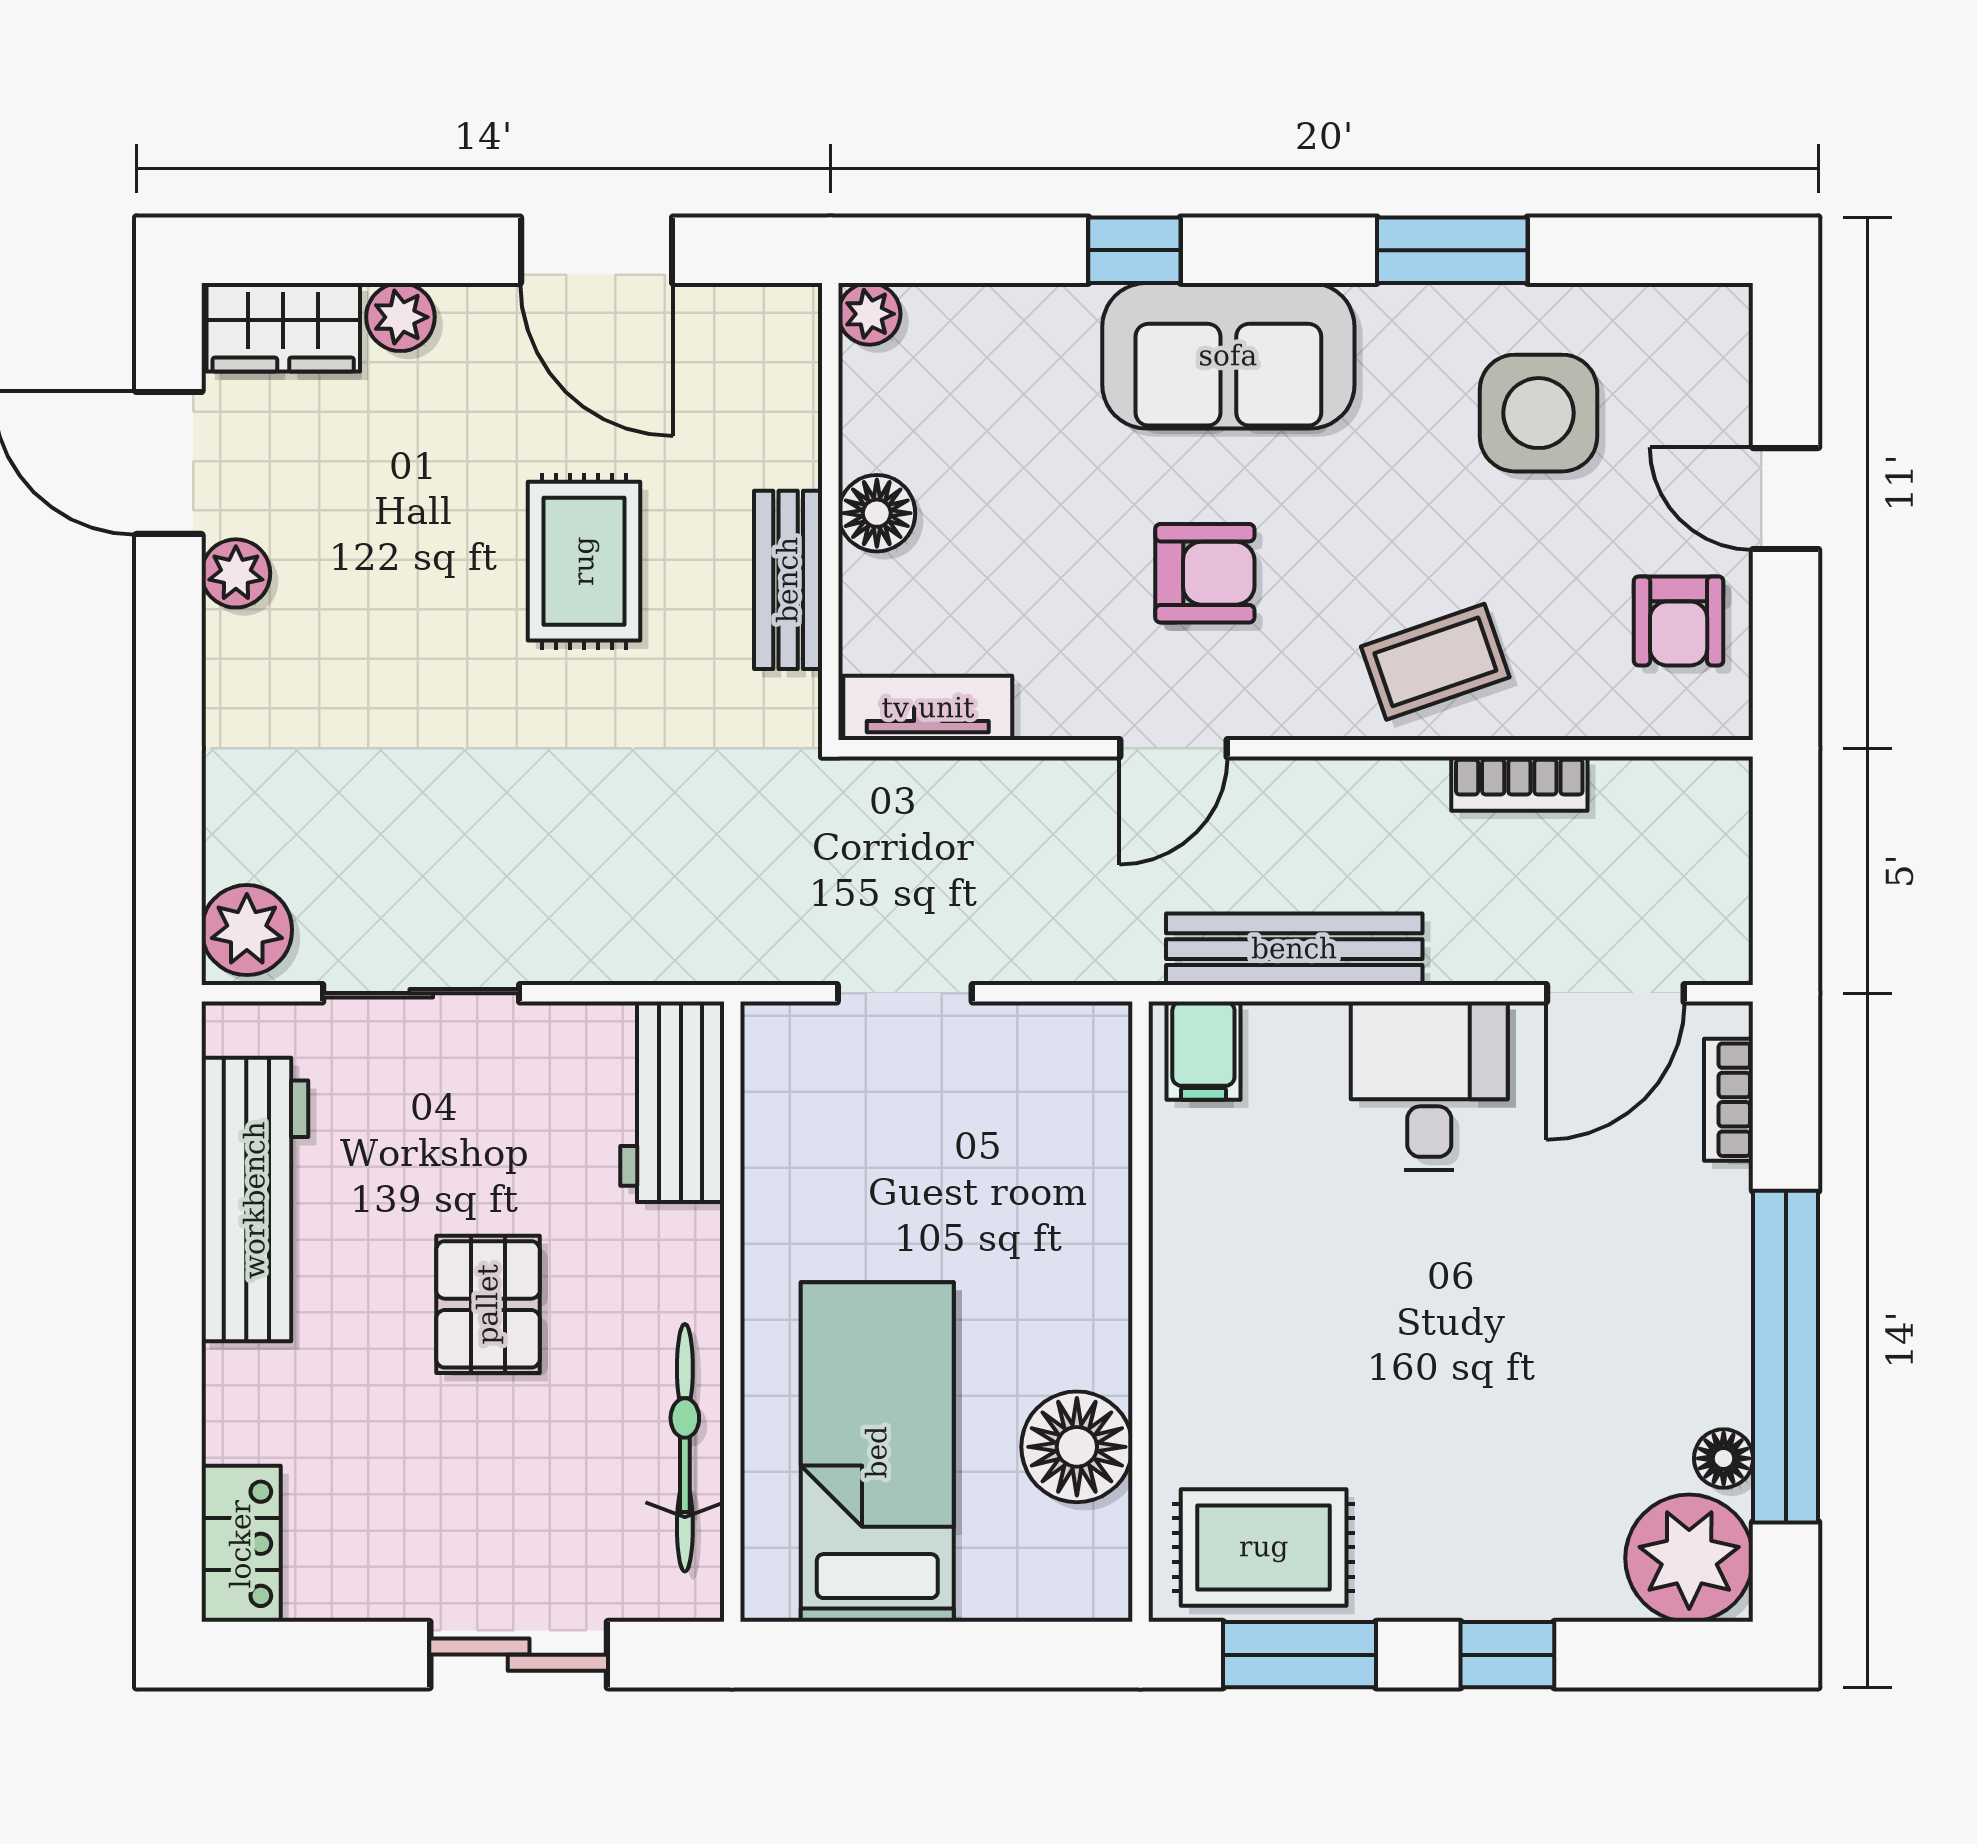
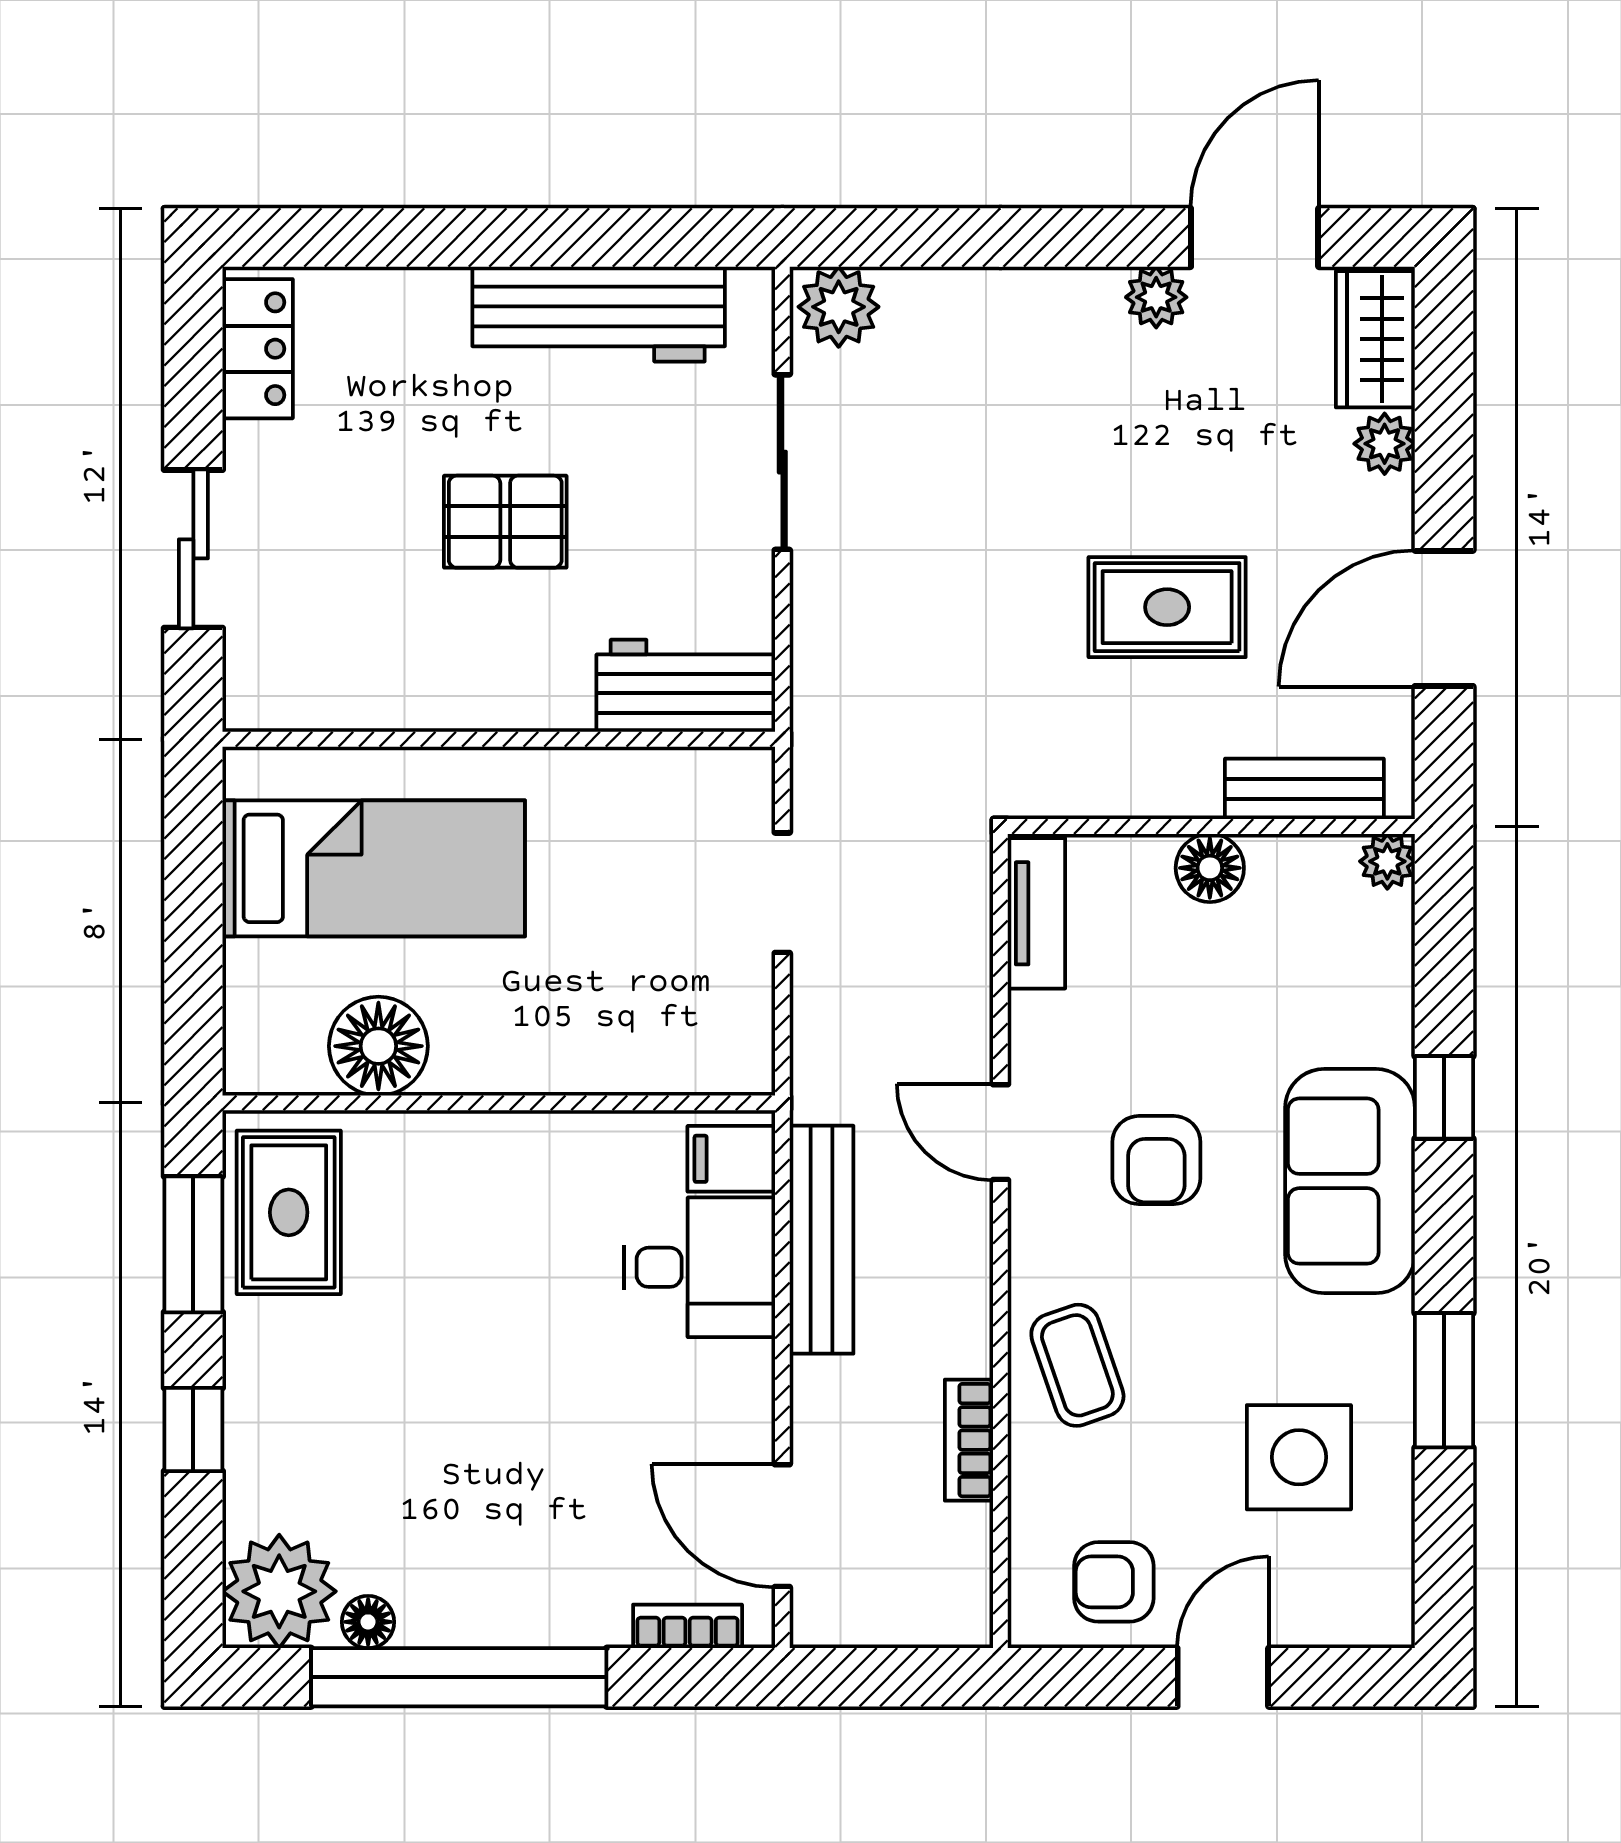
bench: (788, 580) -> (1304, 789), moved
desk: (1429, 1086) -> (700, 1267), moved
bicycle: (685, 1448) -> (378, 697), removed
locker: (241, 1544) -> (258, 349), moved, turned -90

